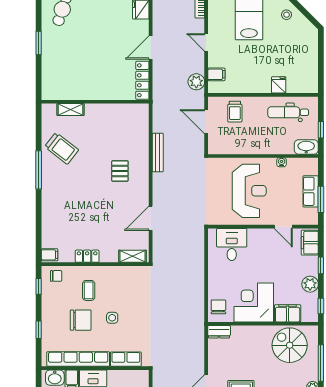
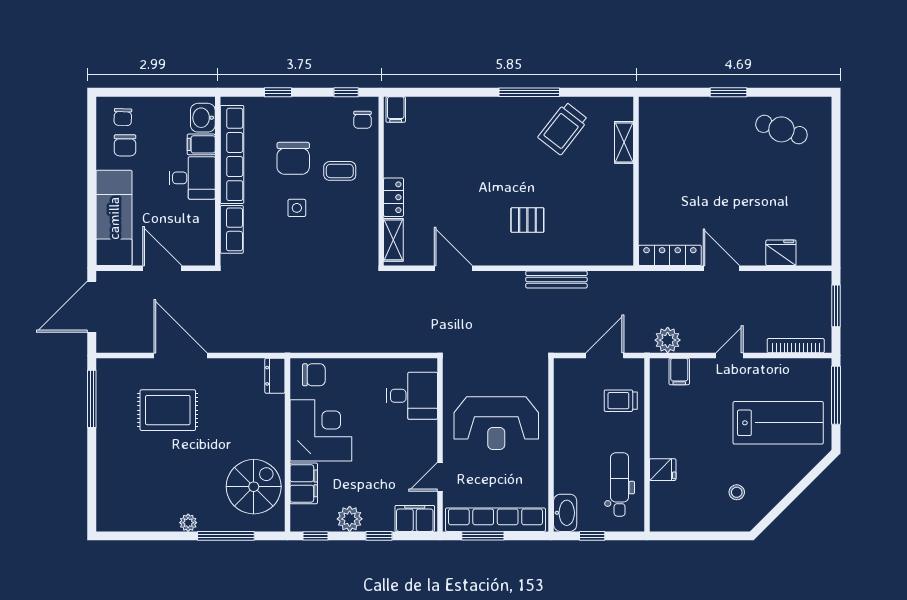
stool: (287, 15) -> (737, 492), moved
water cooler: (282, 162) -> (541, 474), removed
row of seats: (311, 191) -> (495, 520), width x2.02
locker: (87, 256) -> (394, 197), moved

